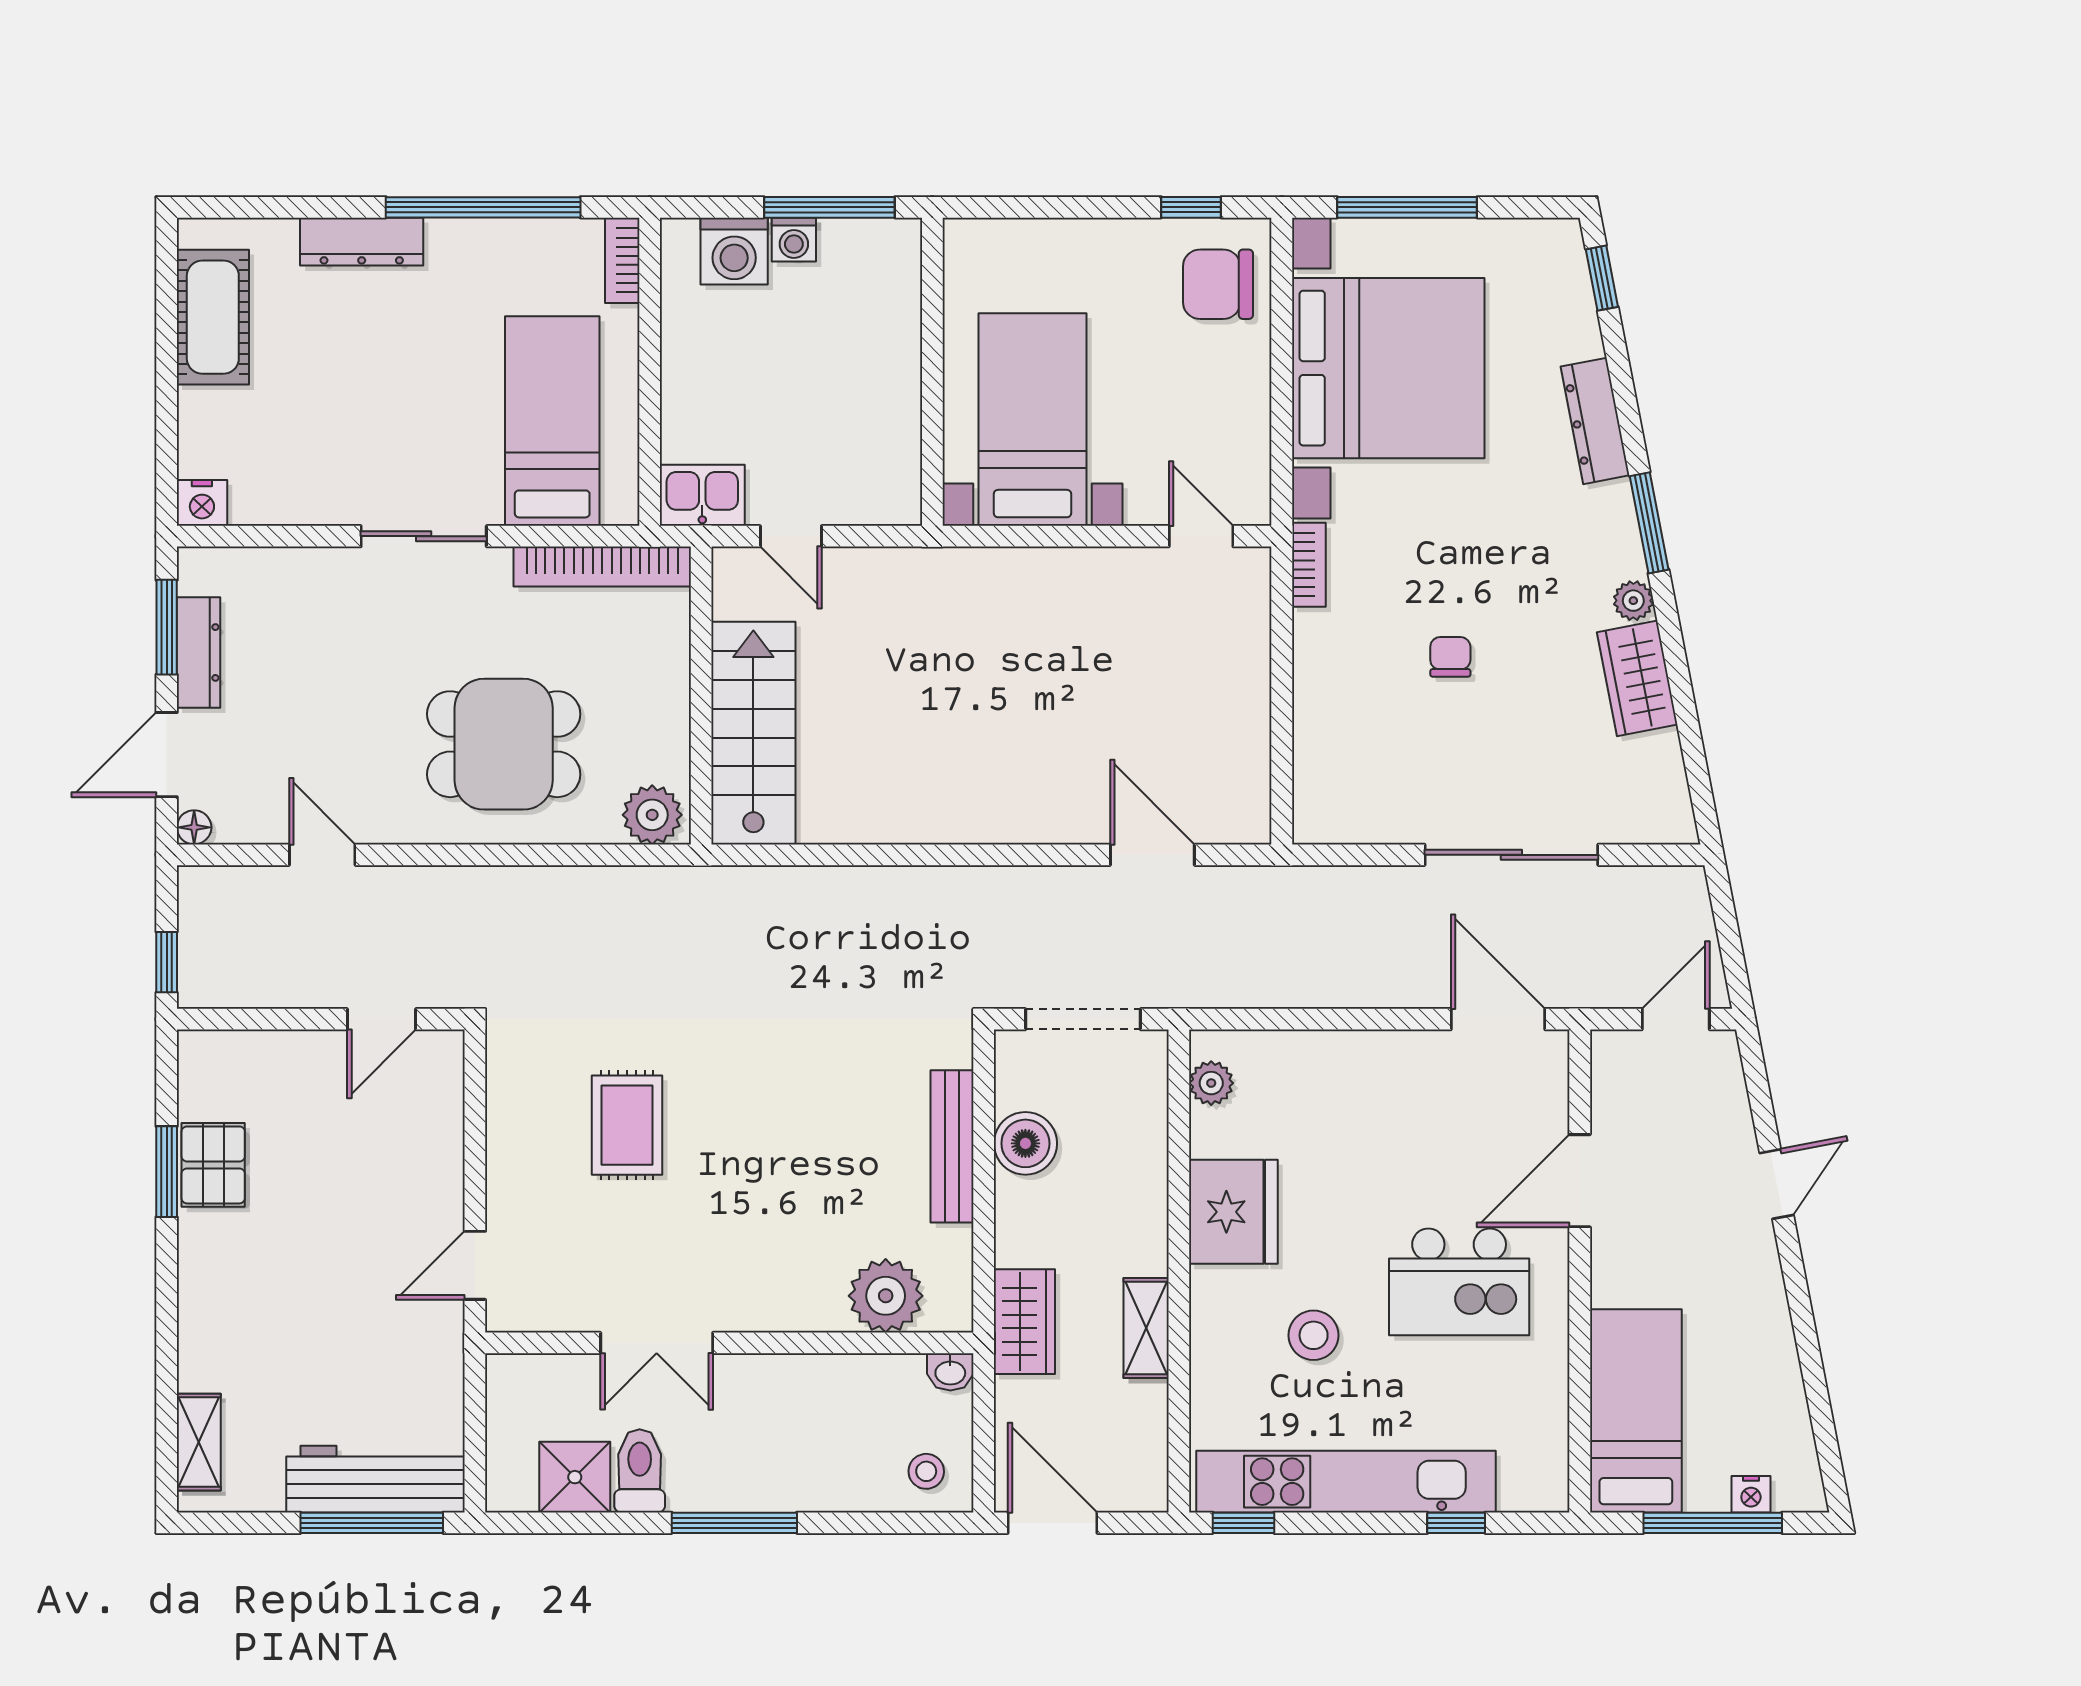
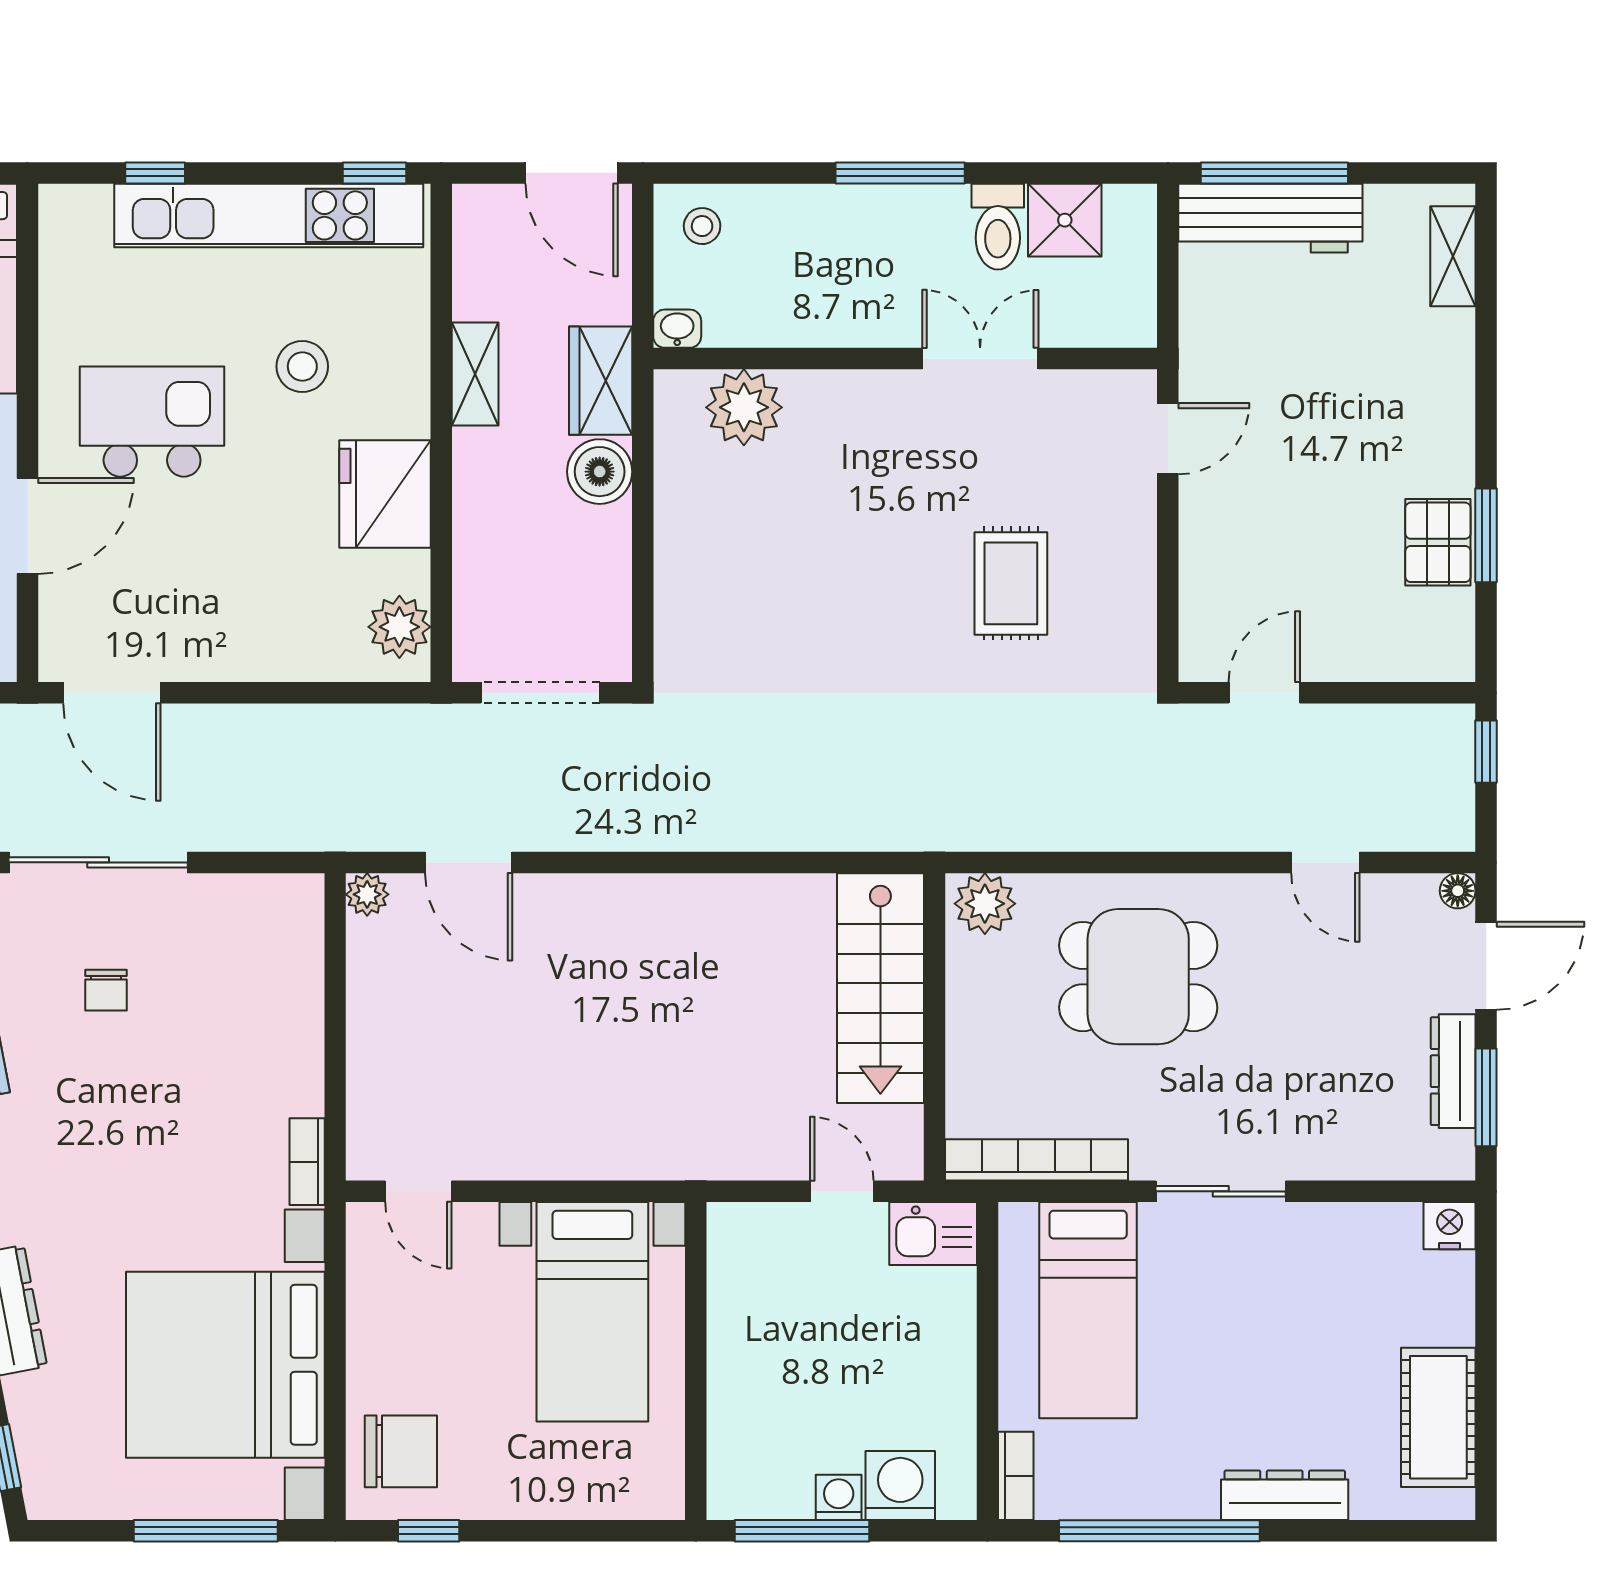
chair: (1450, 657) -> (106, 990), moved
plant: (1251, 824) -> (367, 894), added
plant: (1211, 1083) -> (399, 627), width x1.38, depth x1.38
boiler: (1025, 1143) -> (600, 472), moved
bench: (952, 1146) -> (675, 561), removed

